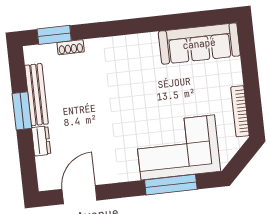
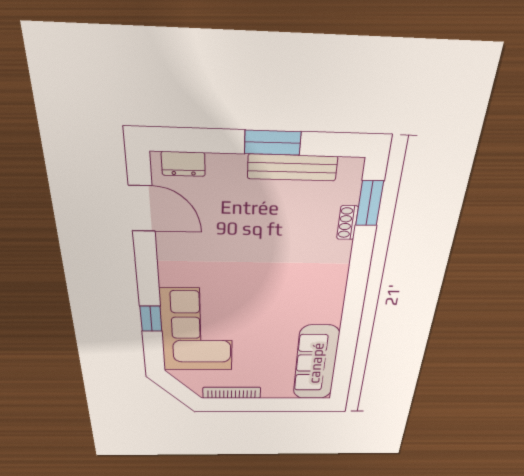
dresser: (41, 141) -> (183, 164), moved
window: (171, 185) -> (151, 319), width x0.46

